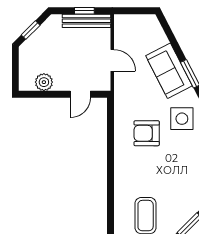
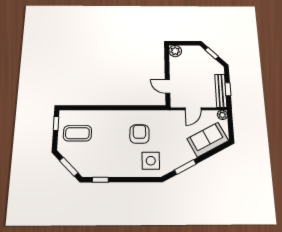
plant: (121, 21) -> (222, 115), added
sofa: (169, 71) -> (208, 140), moved
plant: (44, 82) -> (175, 51), moved

